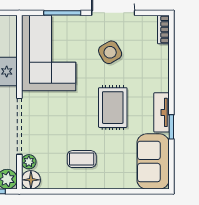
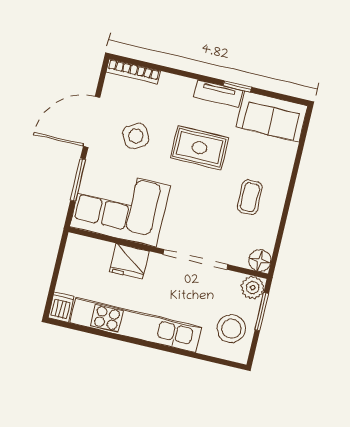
bookcase: (163, 29) -> (133, 71), width x1.56
plant: (29, 162) -> (239, 258), removed

